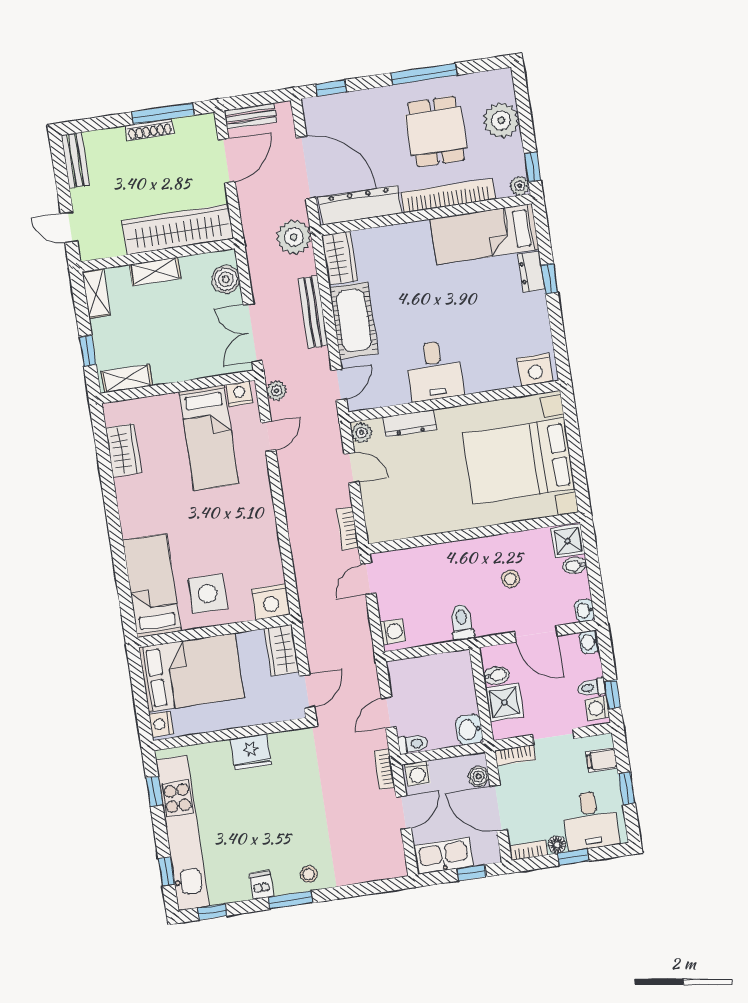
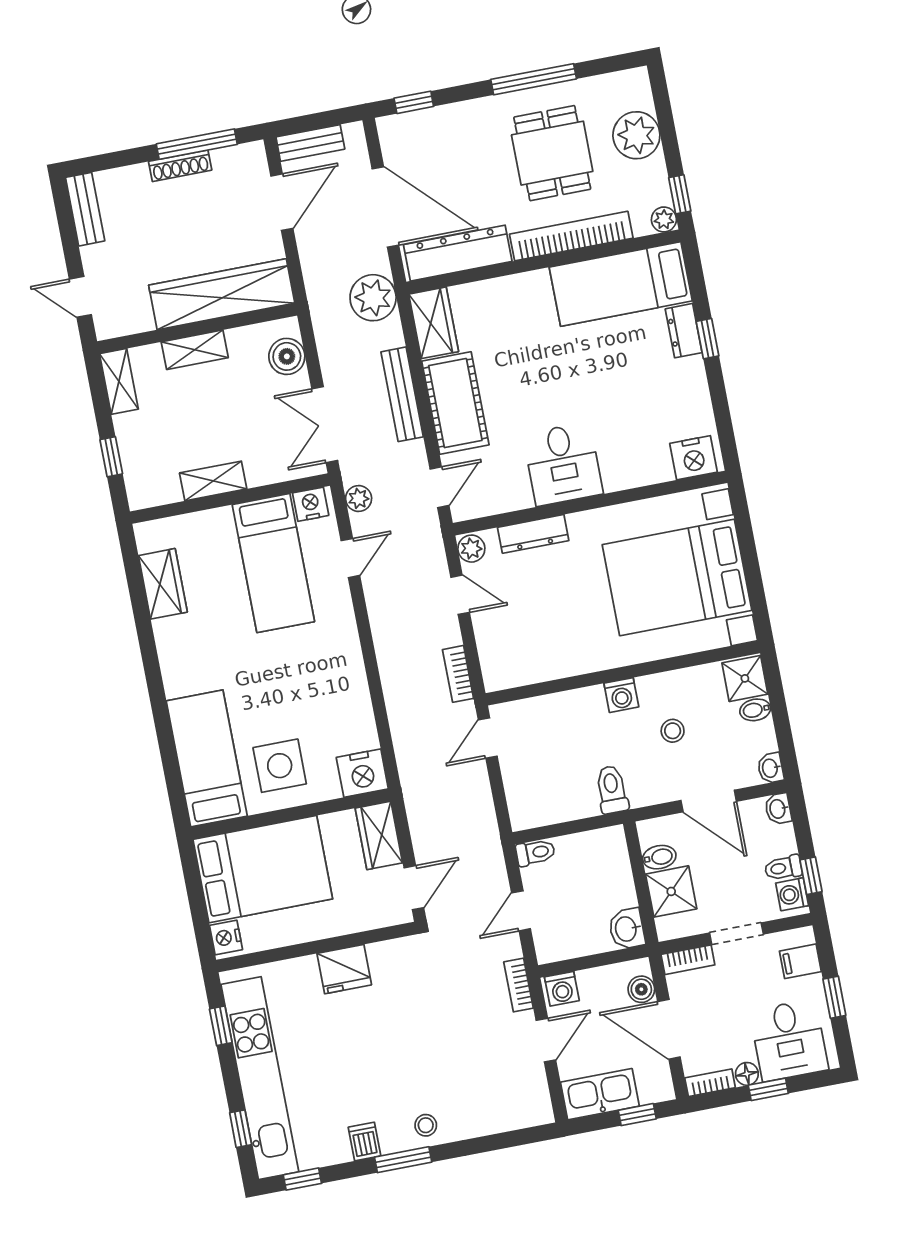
shelving: (127, 379) -> (213, 481), moved
washing machine: (393, 632) -> (621, 695), moved, turned 90
toilet: (413, 744) -> (535, 853), moved

